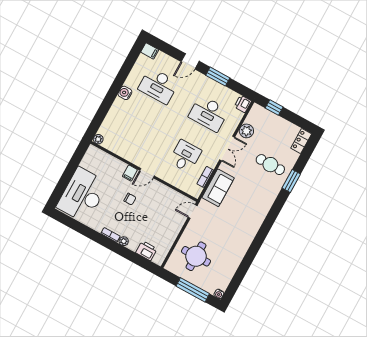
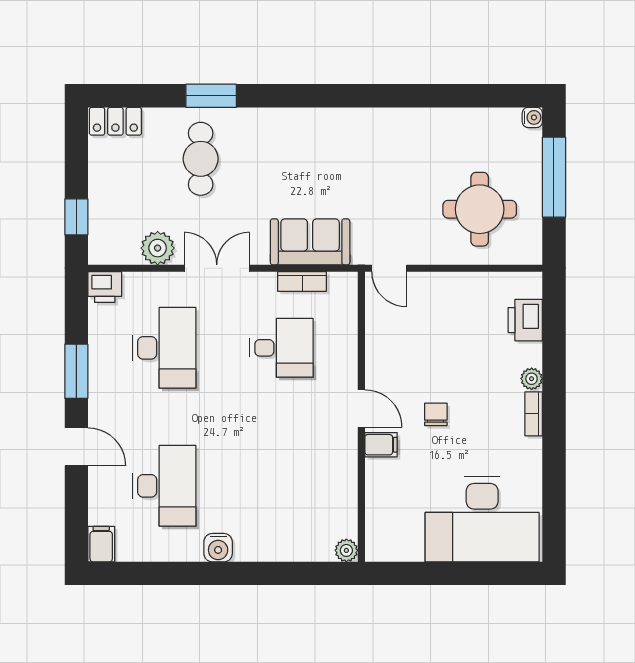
desk: (185, 156) -> (281, 348), turned 180

